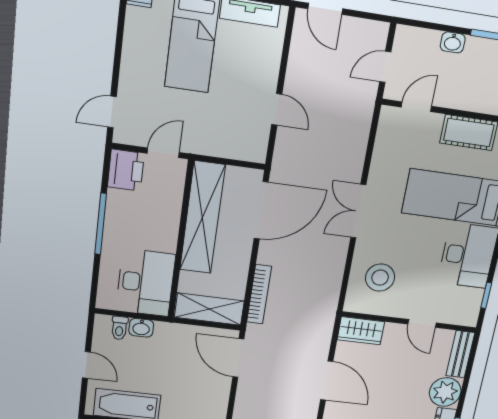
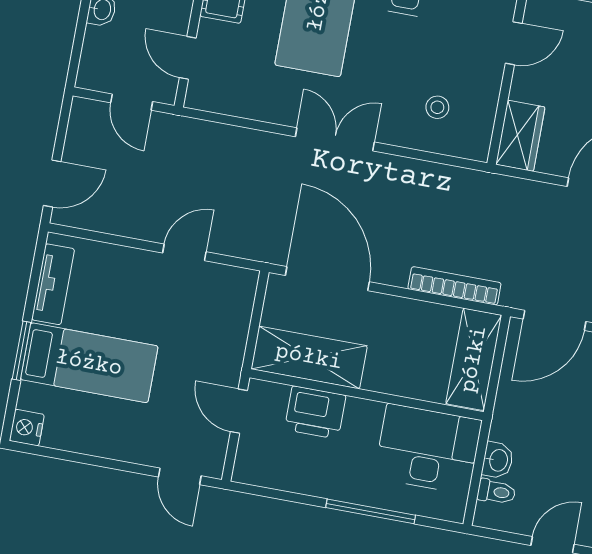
printer: (126, 170) -> (315, 412), moved, turned 180
double door: (358, 211) -> (335, 139), swing flipped
shelving: (202, 218) -> (309, 357), width x0.68
window: (101, 224) -> (371, 511), moved
stool: (380, 278) -> (437, 107), width x0.53, depth x0.53

